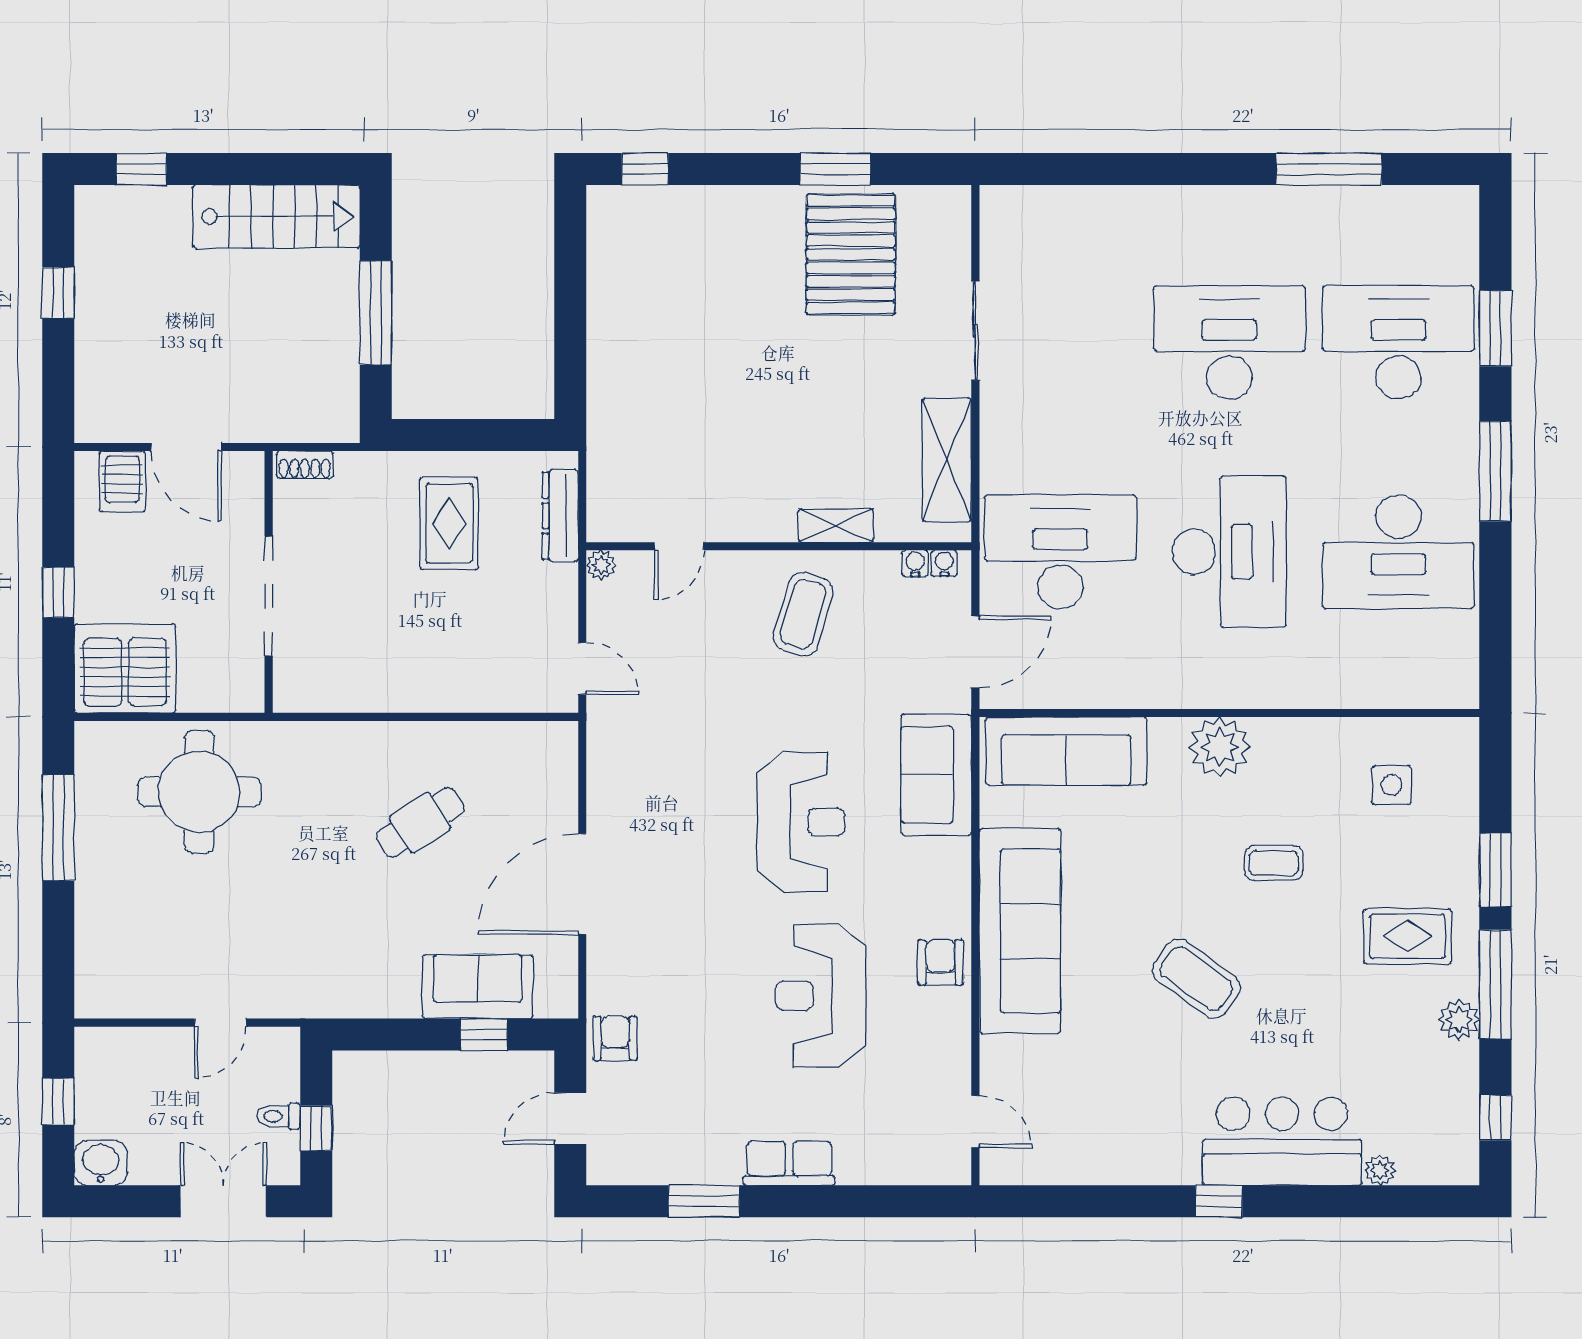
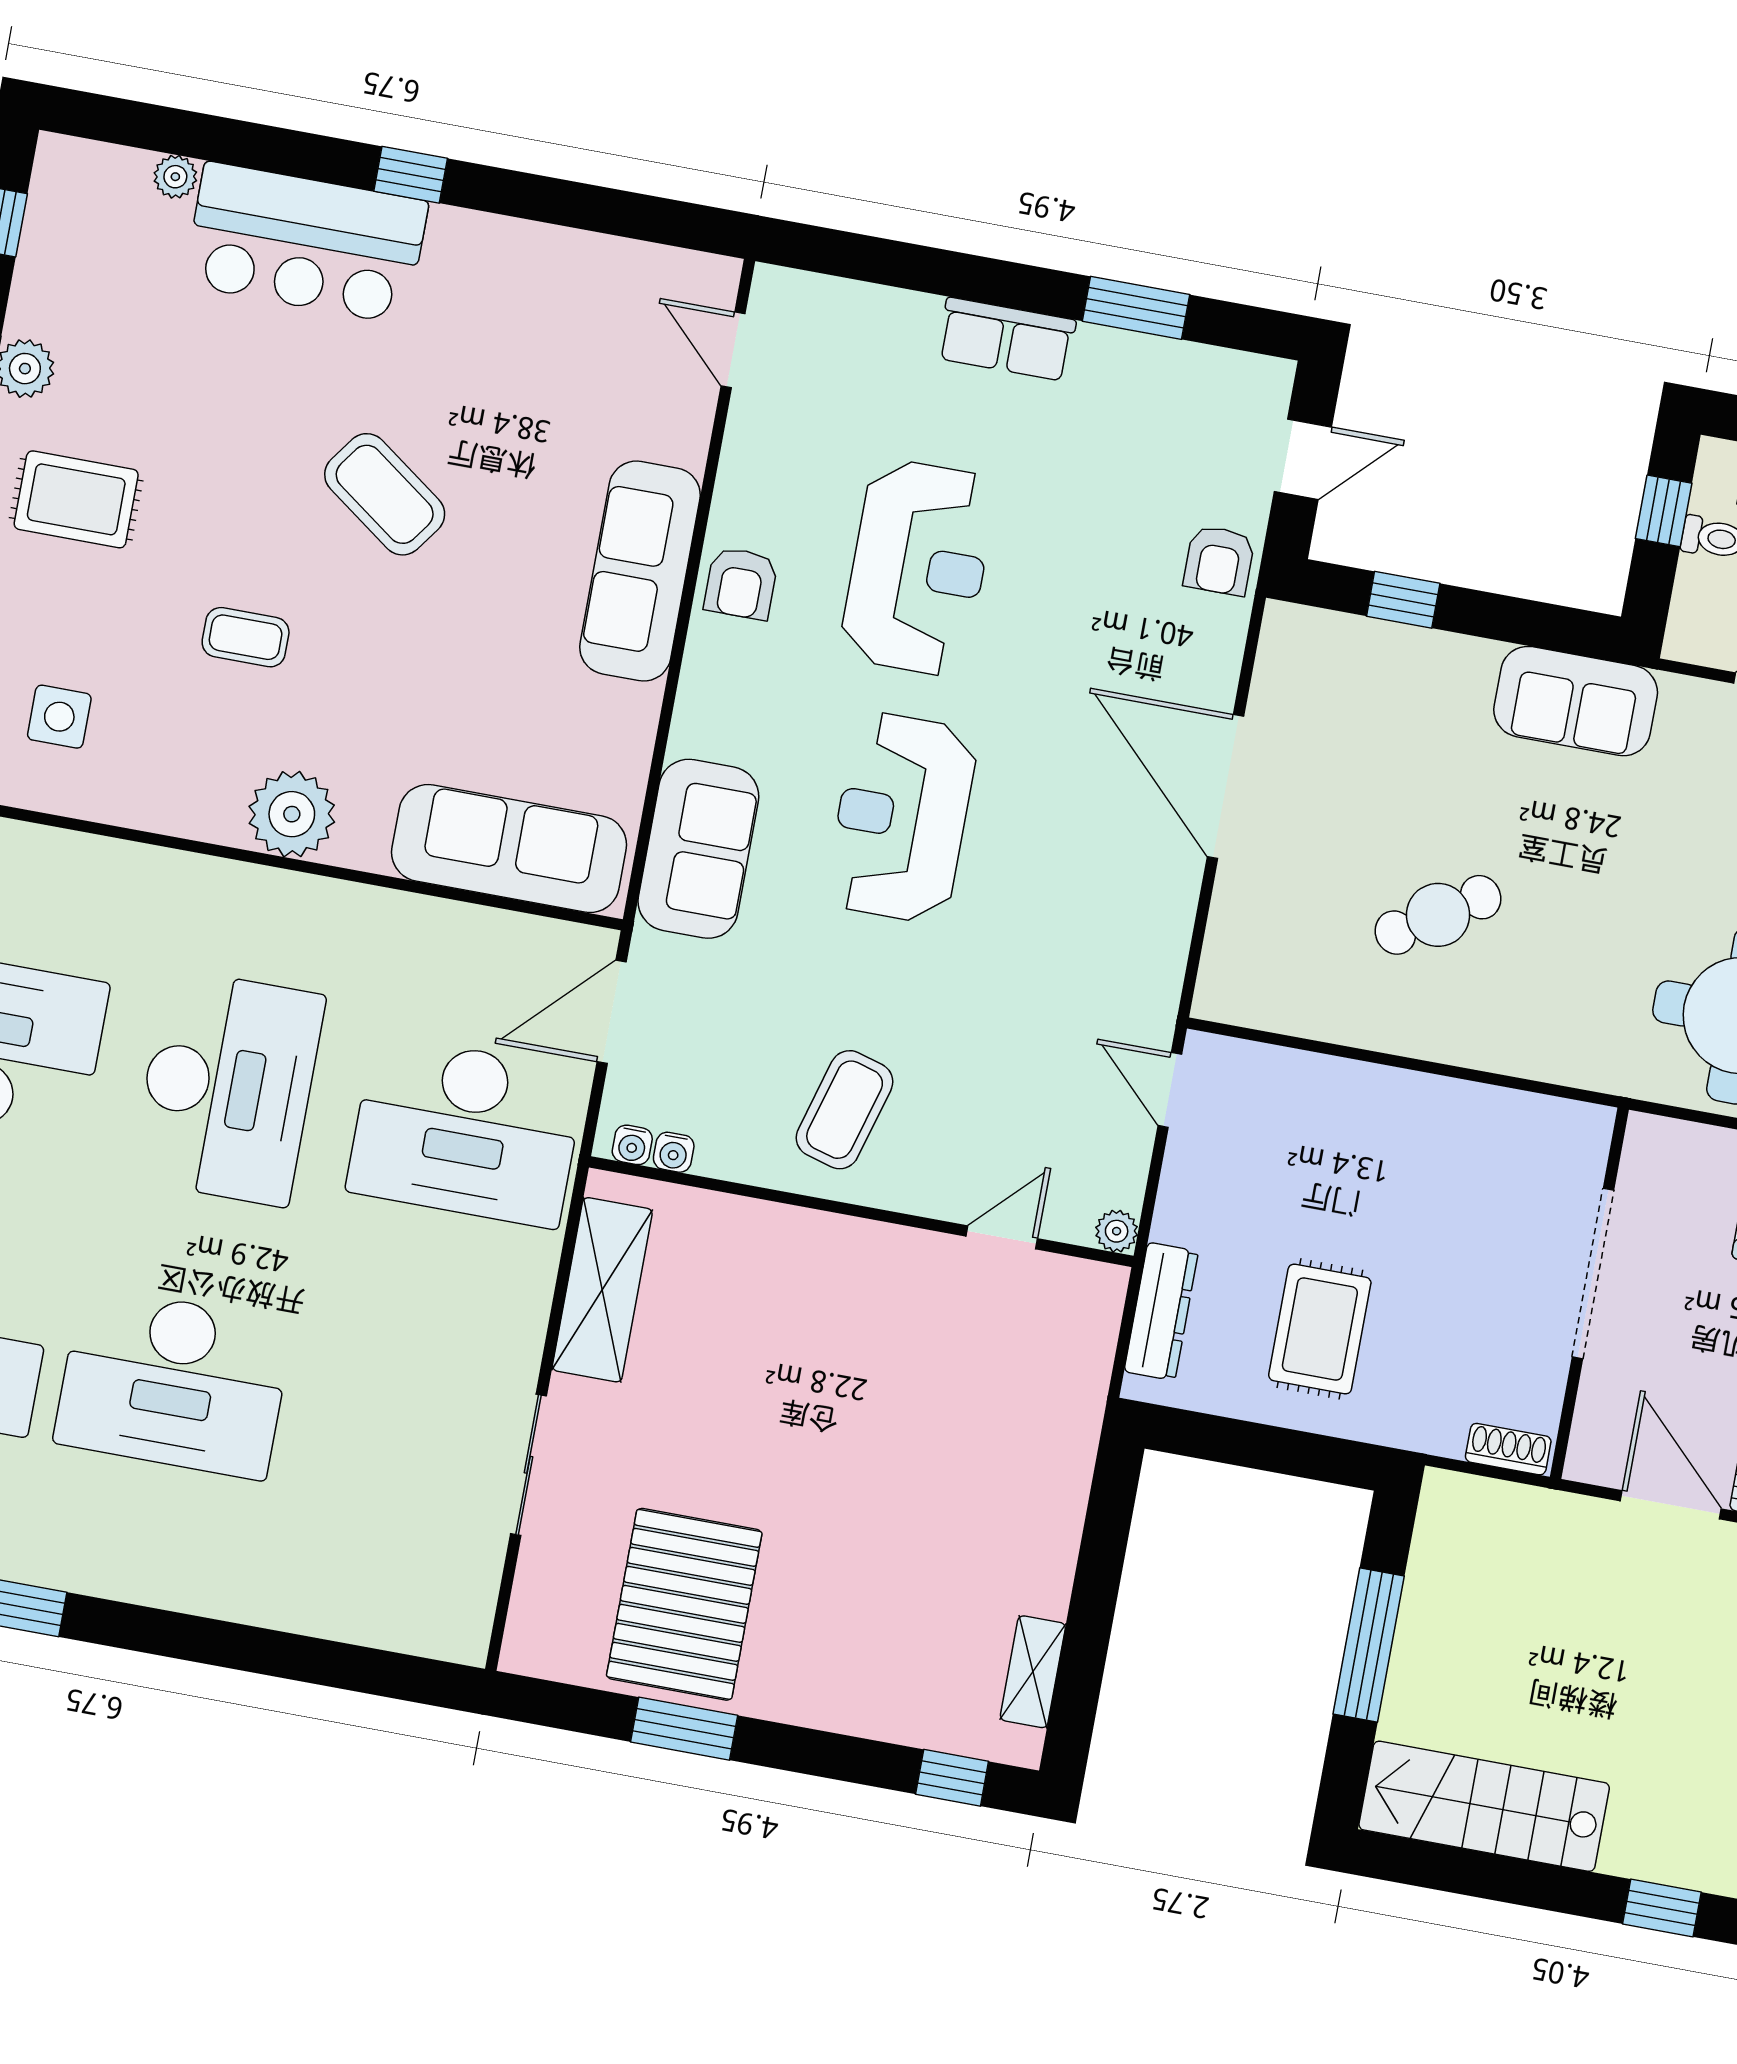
shelving: (836, 525) -> (1033, 1672), moved, turned 90
desk: (1229, 552) -> (228, 1087), turned 180
door: (582, 884) -> (1226, 786), swing flipped
sofa: (1020, 931) -> (640, 571), width x0.74, depth x0.79
sofa: (478, 987) -> (1576, 701), moved

